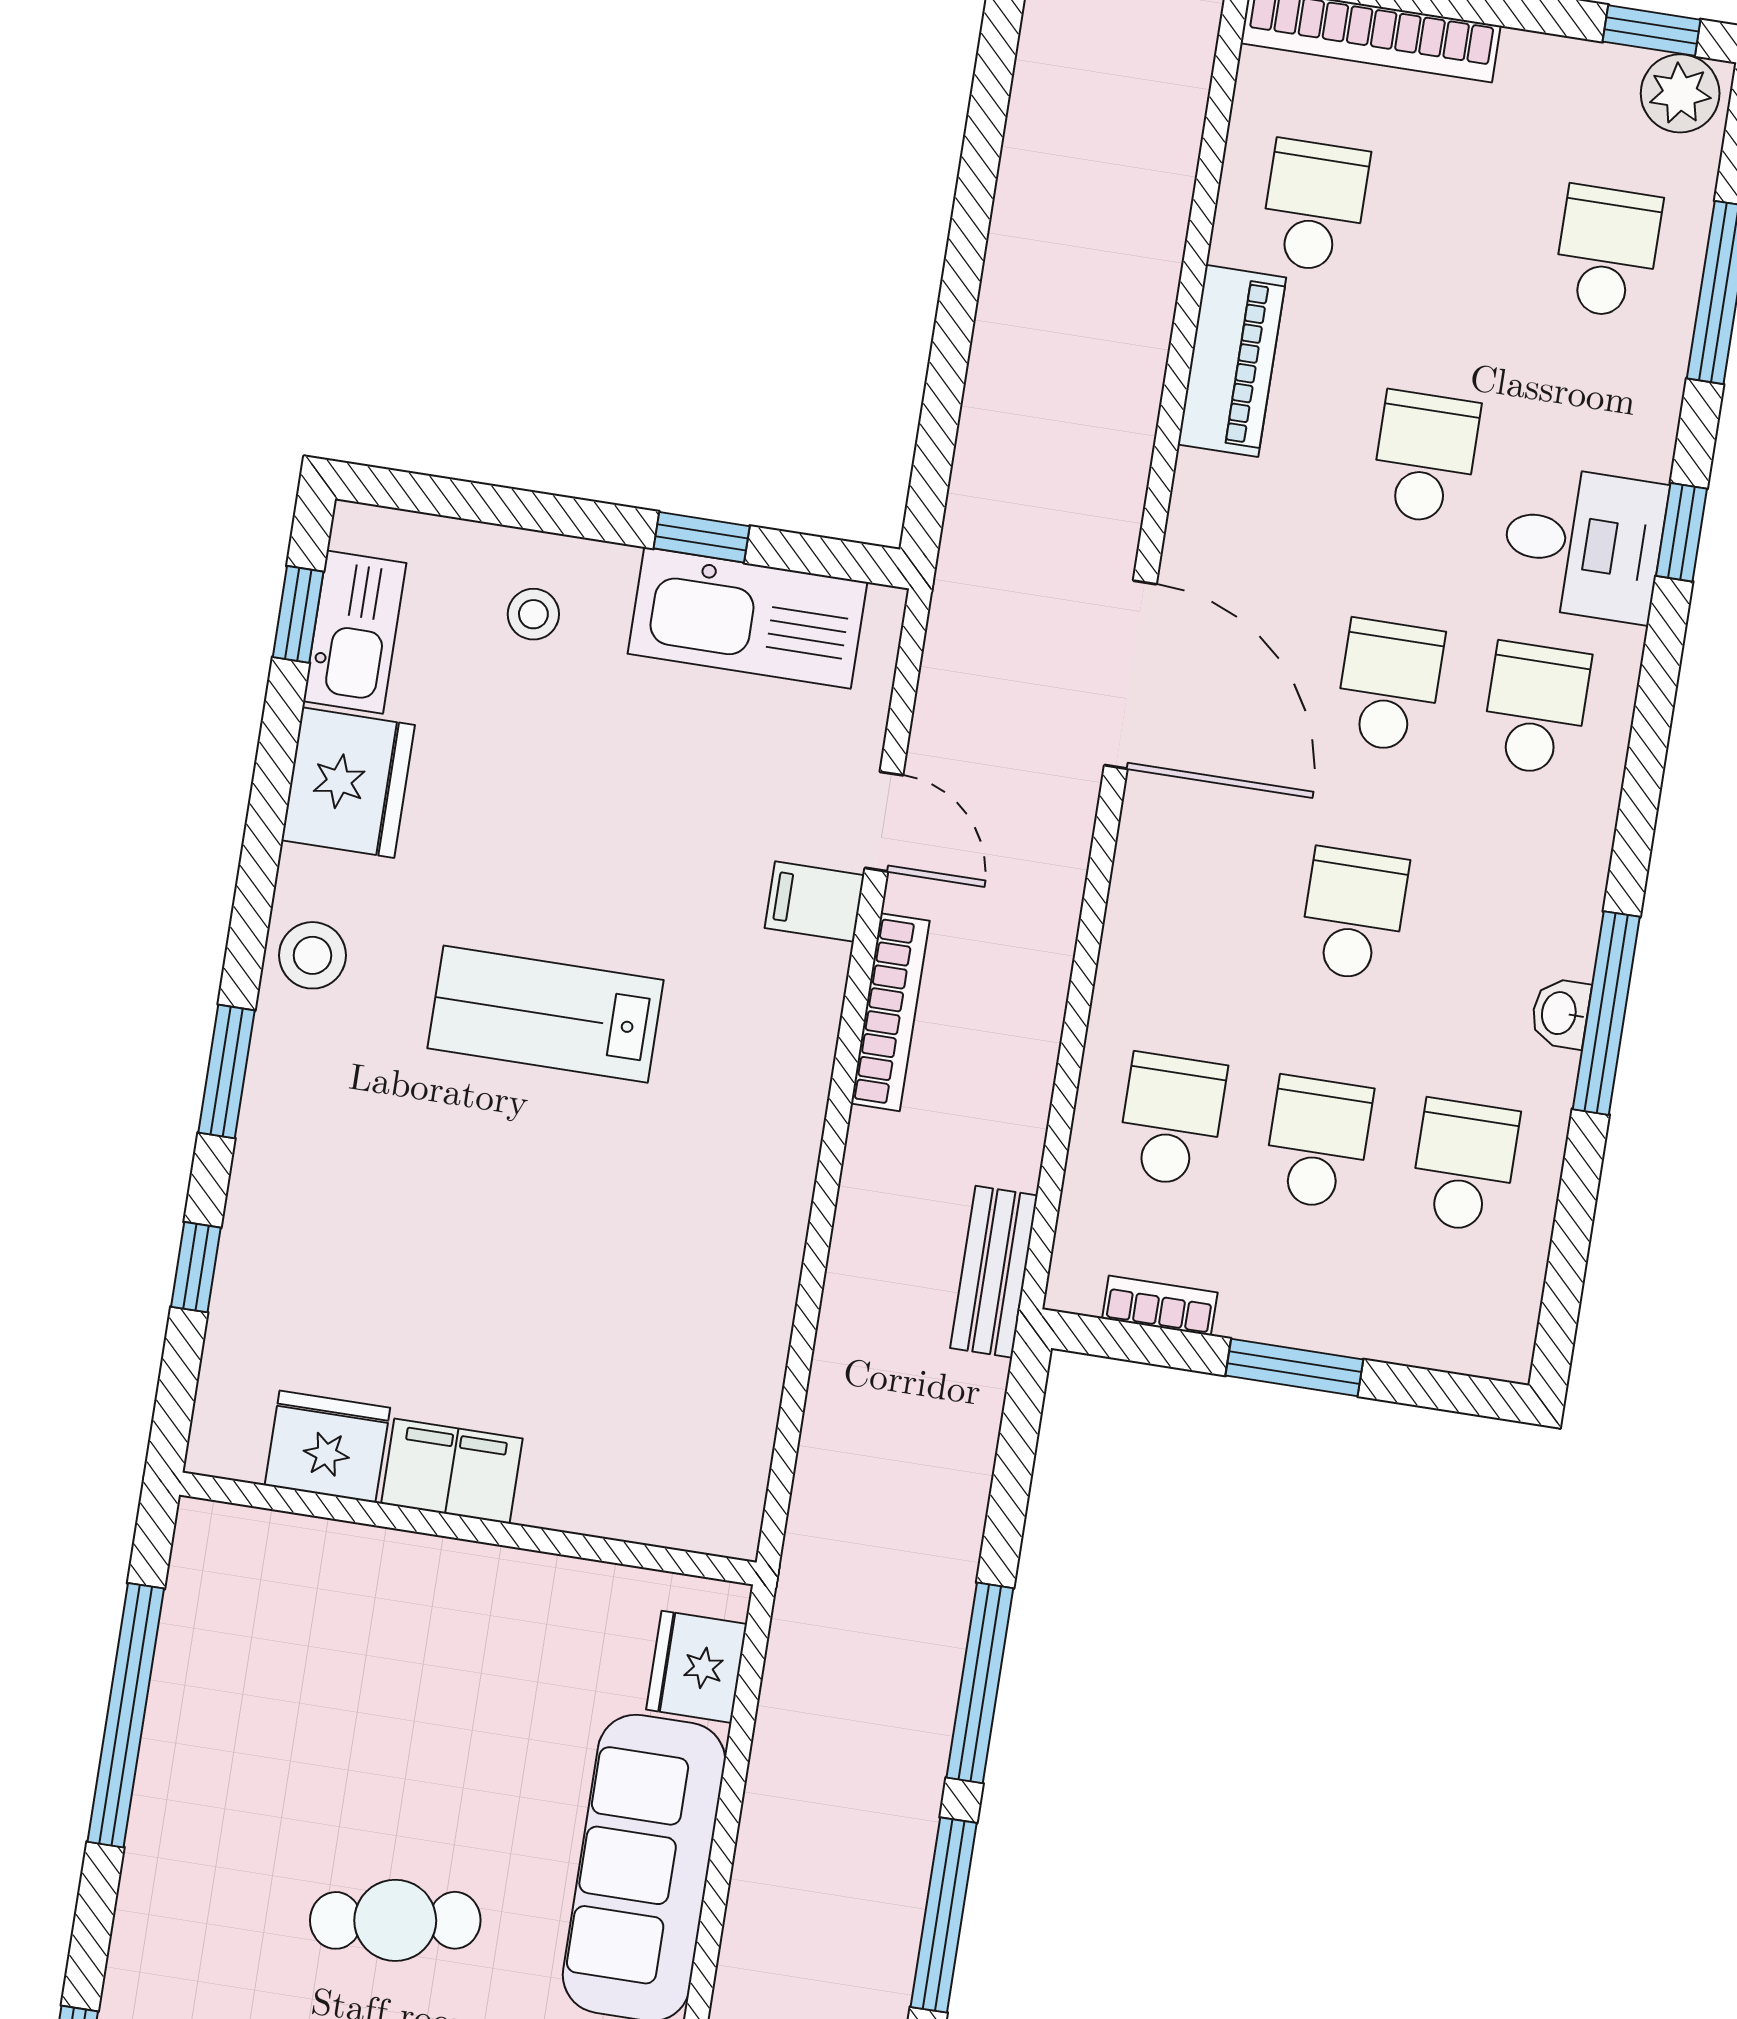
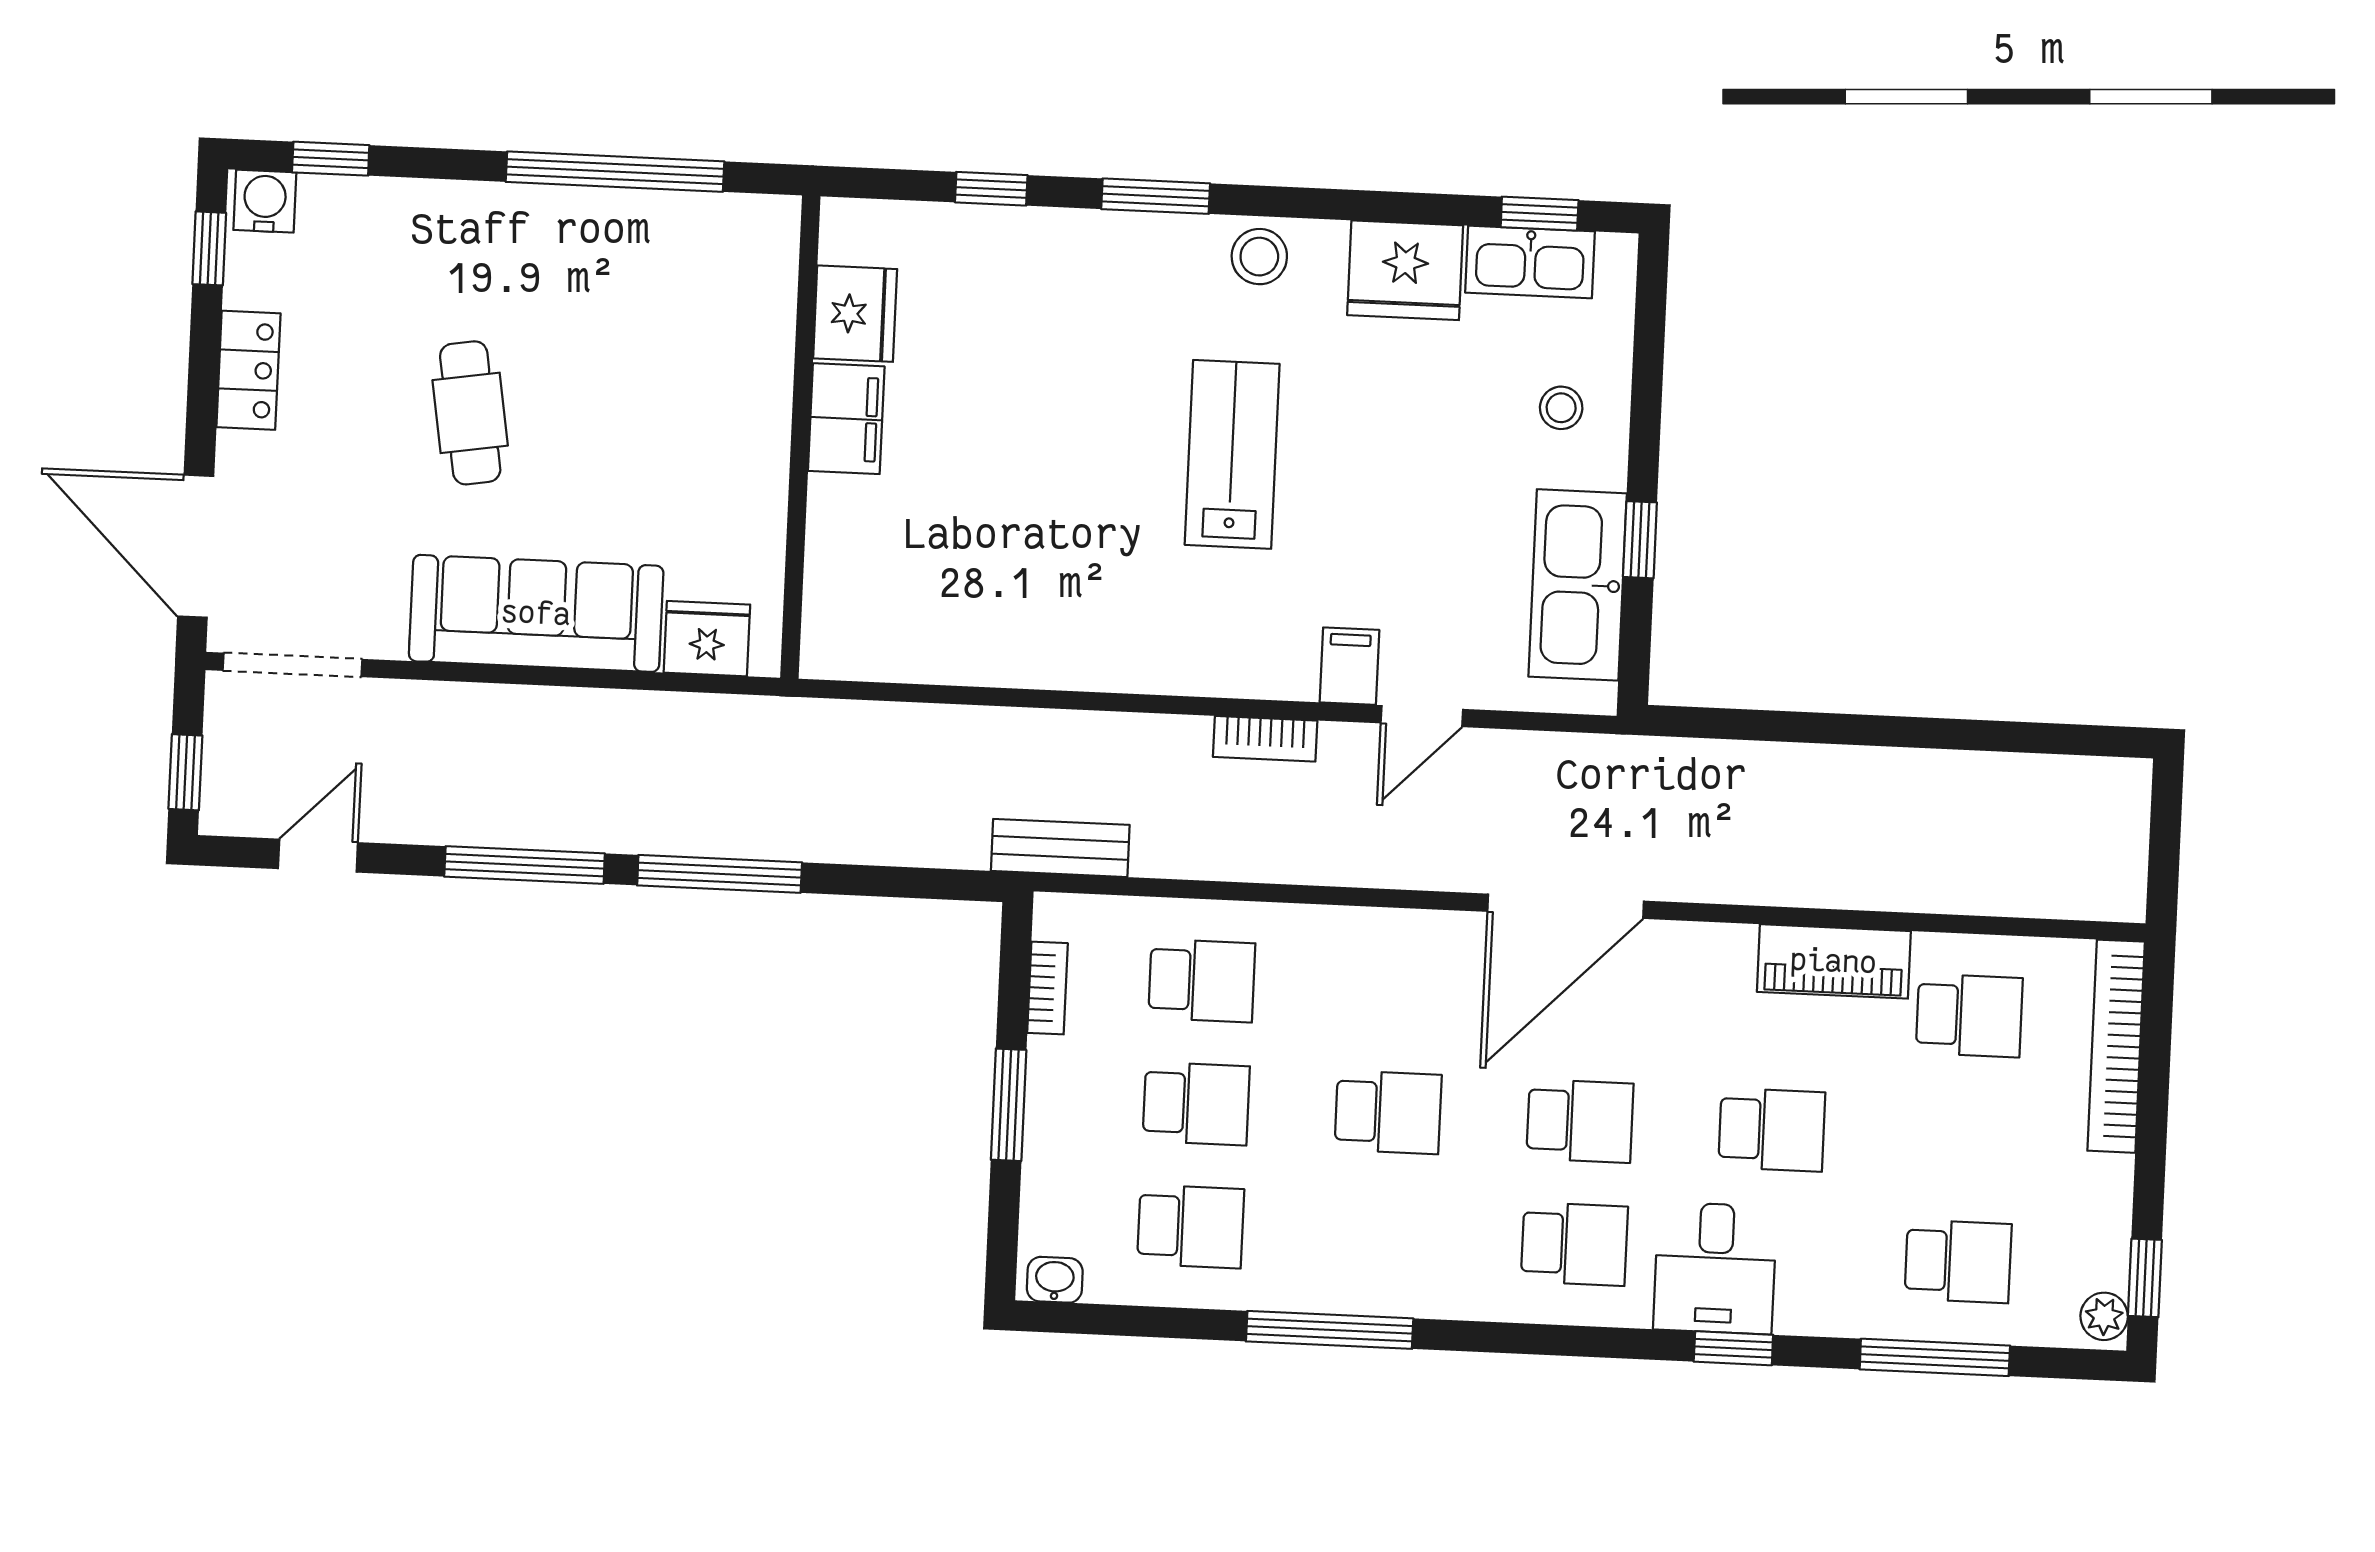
plant: (1680, 93) -> (2104, 1316), width x0.73, depth x0.73
bookcase: (890, 1012) -> (1265, 739), width x0.64
washbasin: (1560, 1013) -> (1055, 1280), moved

